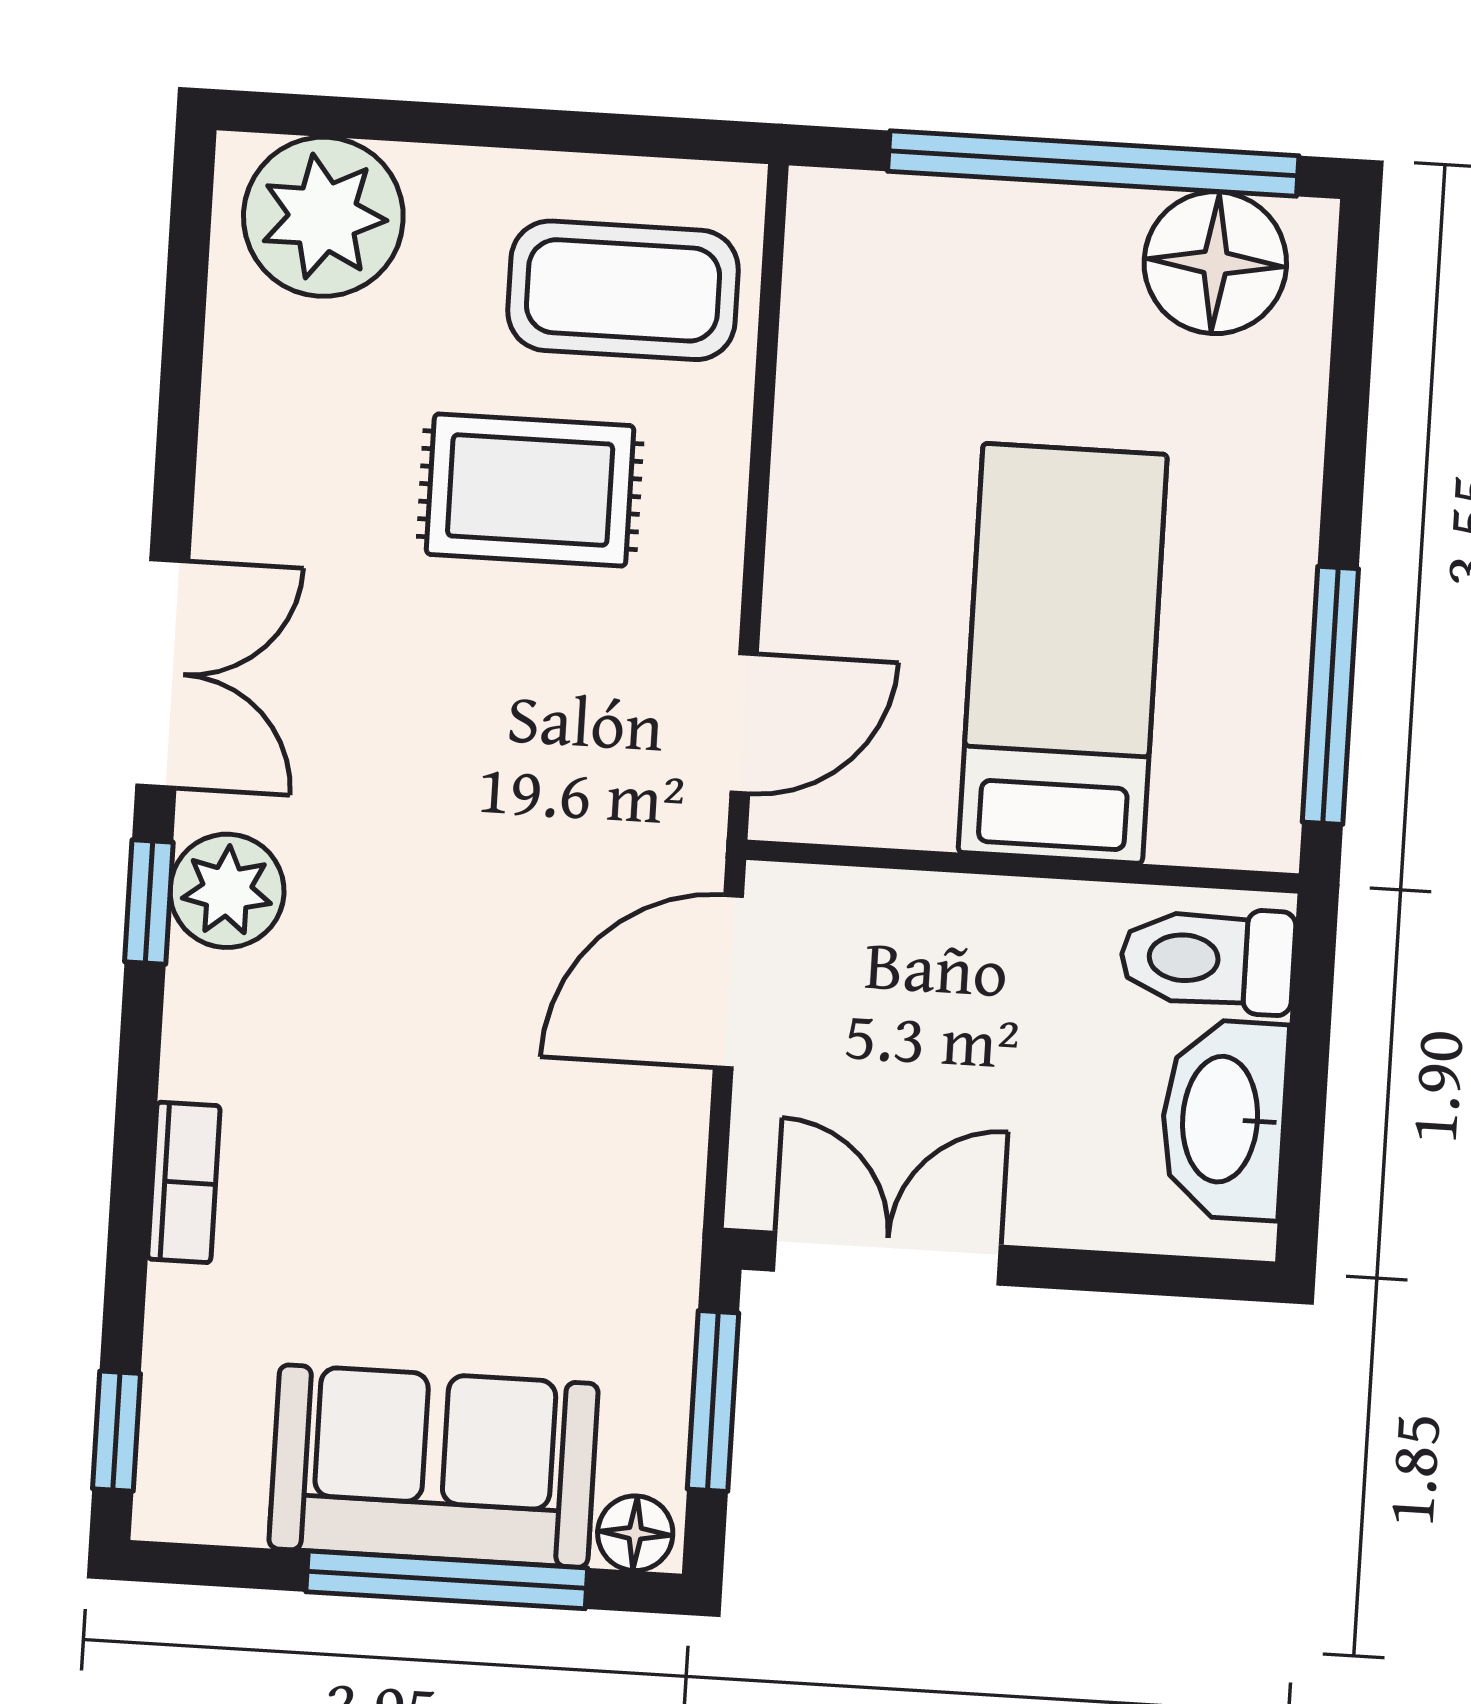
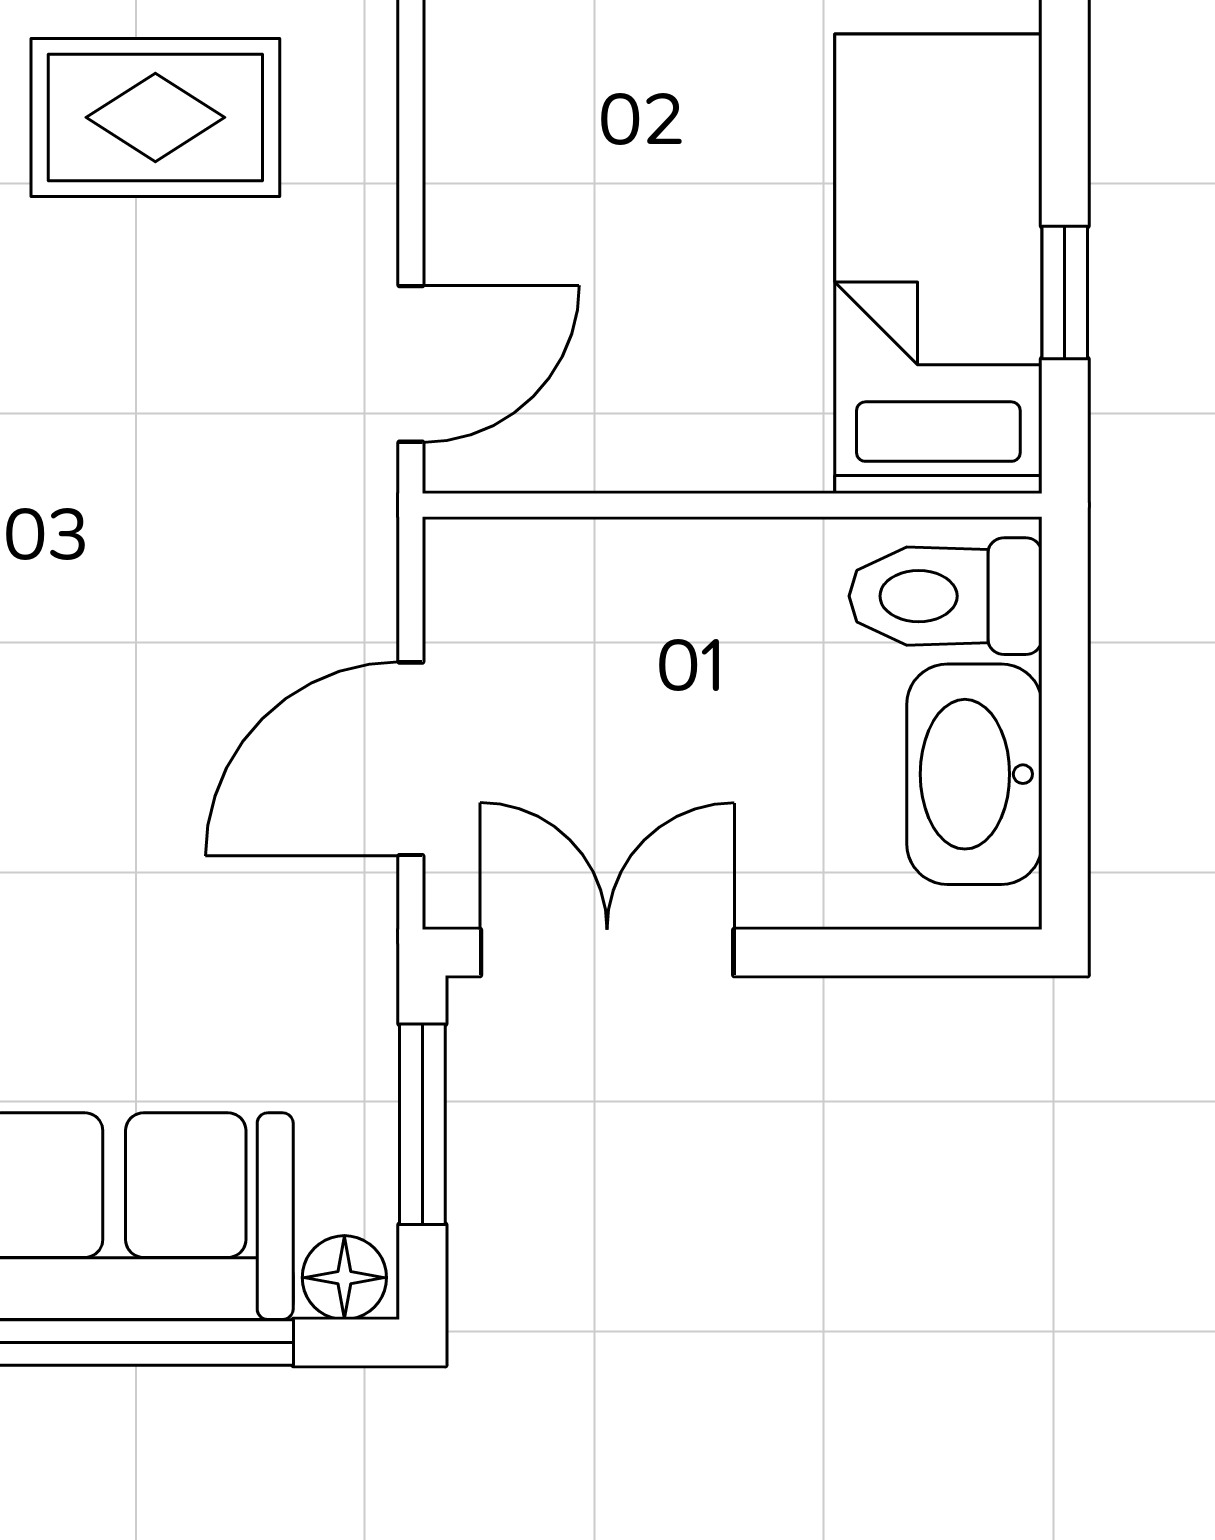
bed: (1063, 653) -> (938, 264), moved
window: (1330, 695) -> (1065, 292), width x0.46
door: (728, 982) -> (411, 759), moved

